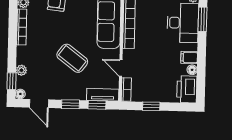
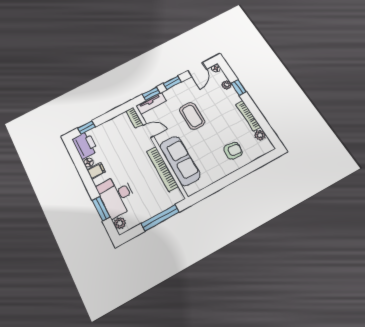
coffee table: (72, 58) -> (192, 116), turned 53
window: (12, 81) -> (239, 88), moved
door: (39, 103) -> (197, 70), swing flipped
window: (151, 106) -> (87, 127), moved

